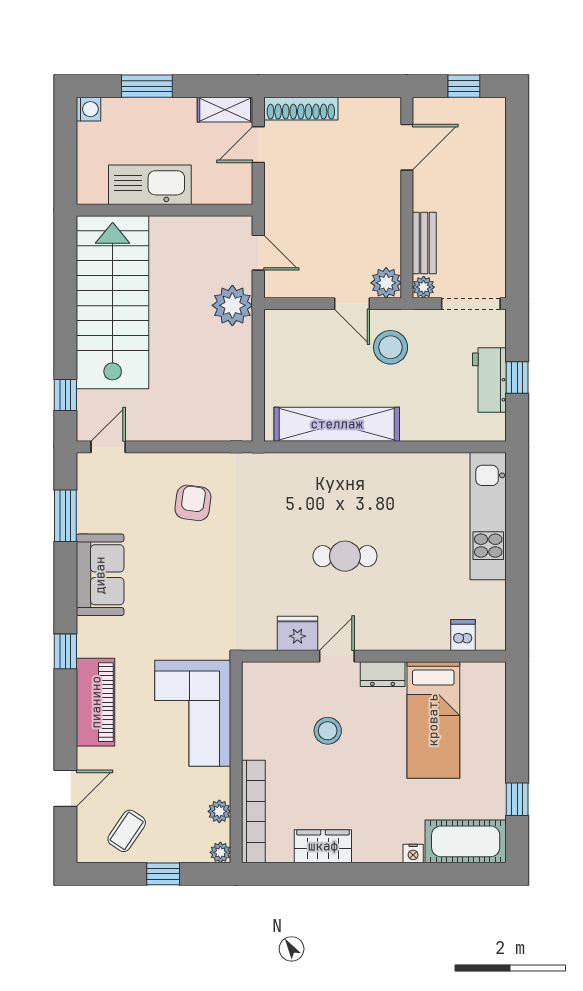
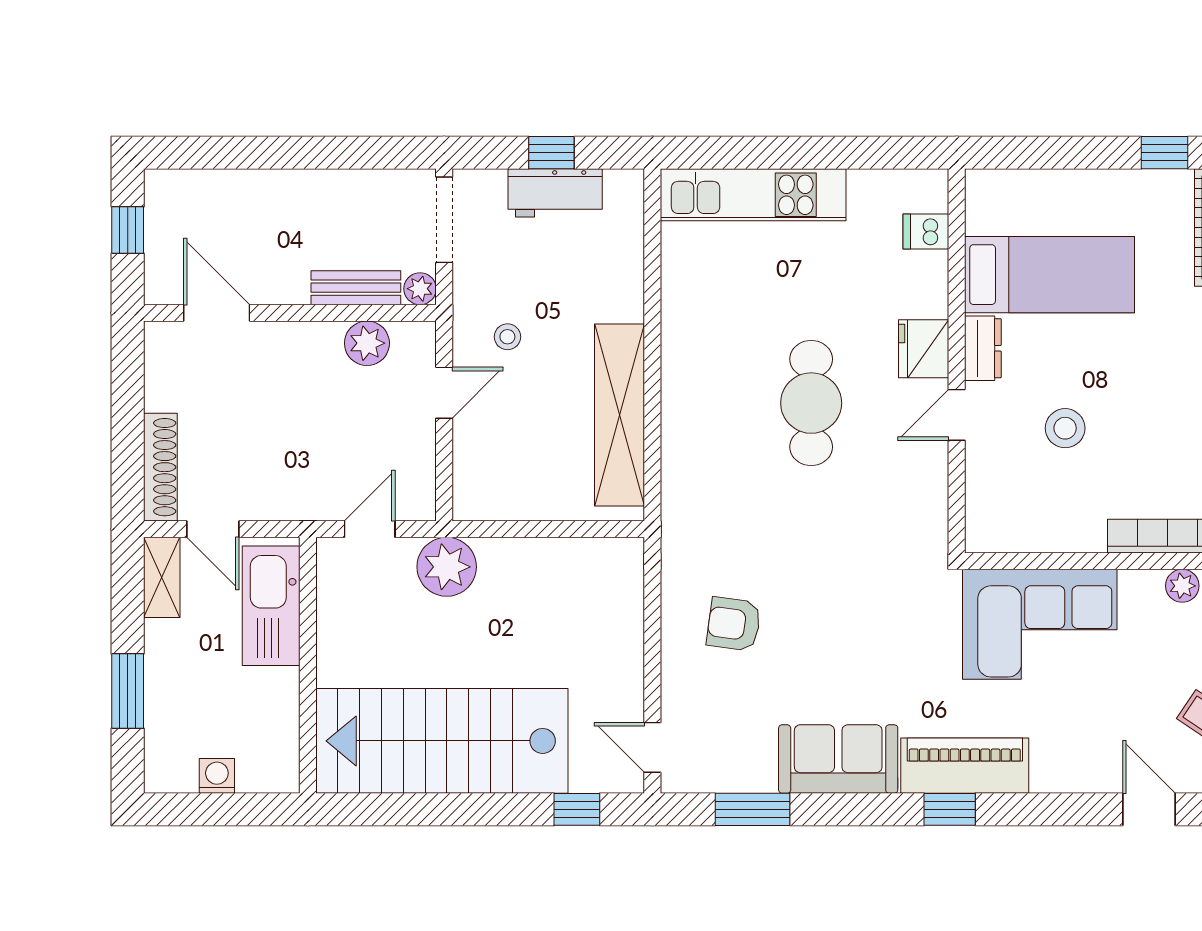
washing machine: (88, 109) -> (217, 776), moved
kitchen sink: (150, 185) -> (271, 606), moved
plant: (386, 283) -> (367, 343), moved
stool: (391, 347) -> (507, 337), width x0.53, depth x0.53
cafe table: (345, 556) -> (811, 403), width x1.37, depth x1.35
fridge: (297, 633) -> (924, 349), moved
door: (337, 656) -> (957, 415), hinge flipped
piano: (96, 702) -> (965, 766), moved

